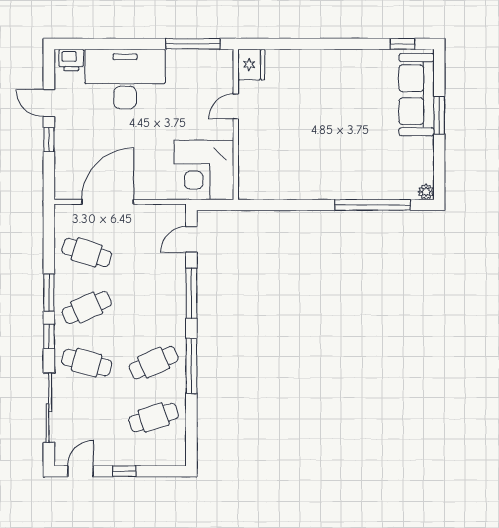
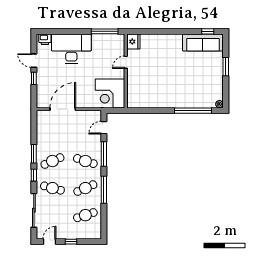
sofa: (417, 95) -> (203, 43), moved, turned -90
cafe table: (87, 252) -> (85, 161), moved

